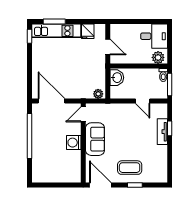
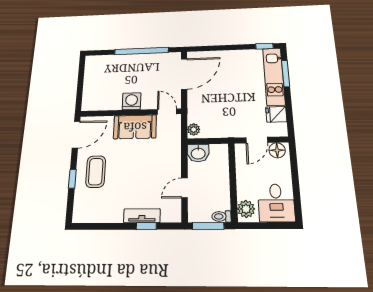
floor lamp: (116, 33) -> (277, 150), added
washbasin: (117, 78) -> (198, 153), moved

